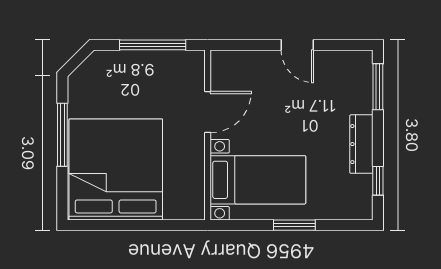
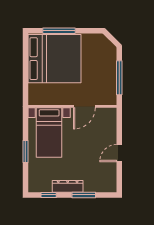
window: (378, 87) -> (84, 195), moved
door: (208, 112) -> (84, 106), hinge flipped
window: (62, 135) -> (59, 31), moved

